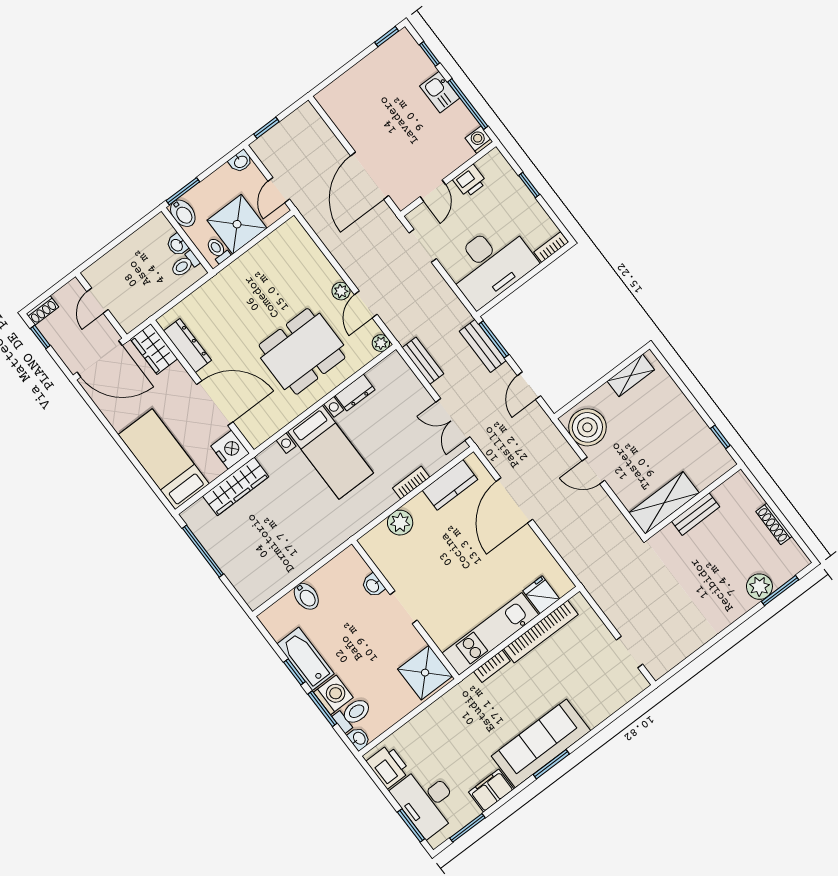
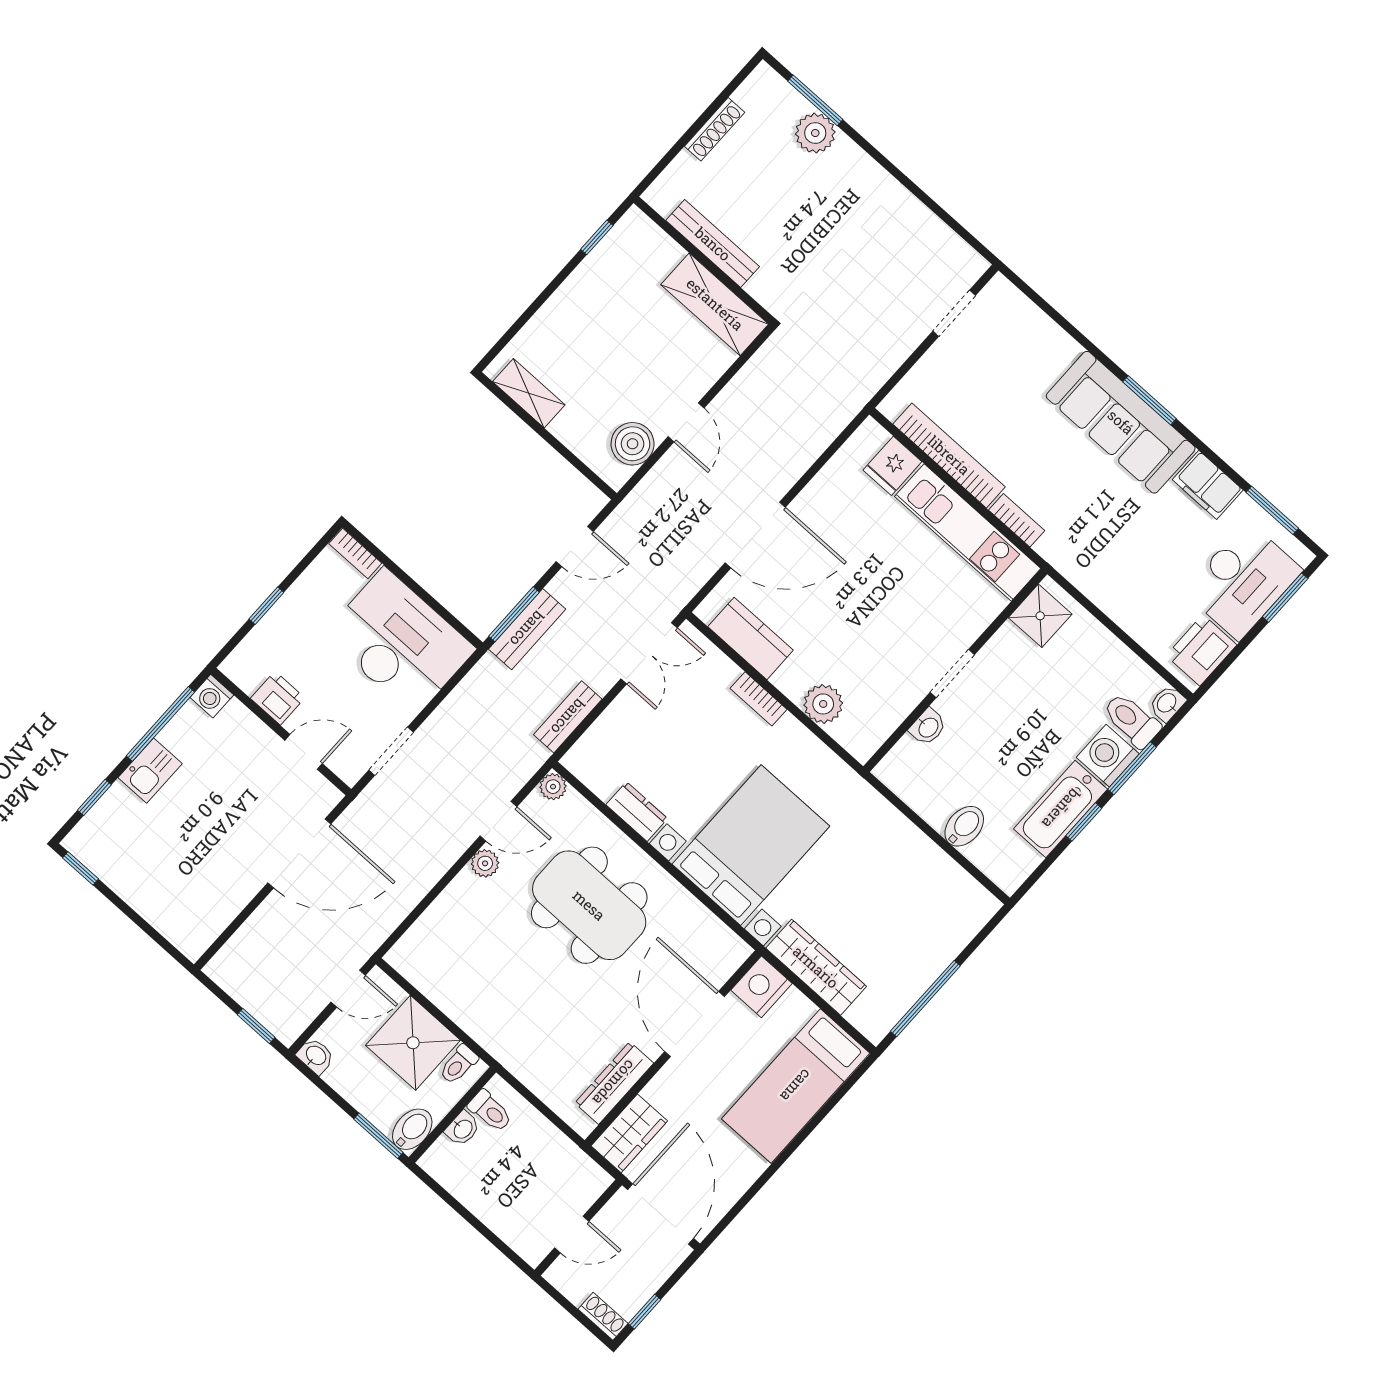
boiler: (587, 427) -> (633, 444), width x0.73, depth x0.73
bed with nightstands: (331, 452) -> (751, 845), width x1.36
bench: (696, 514) -> (713, 244), width x1.36
shower: (425, 673) -> (1040, 616), width x0.73, depth x0.73

